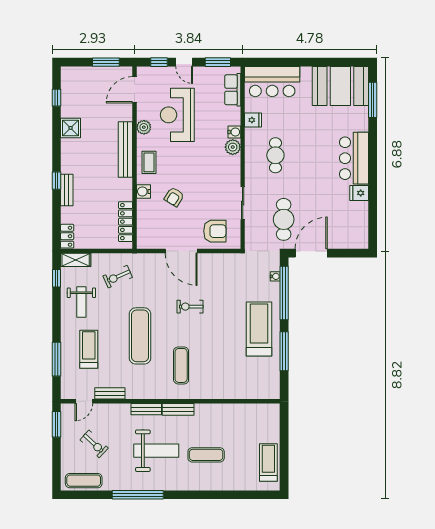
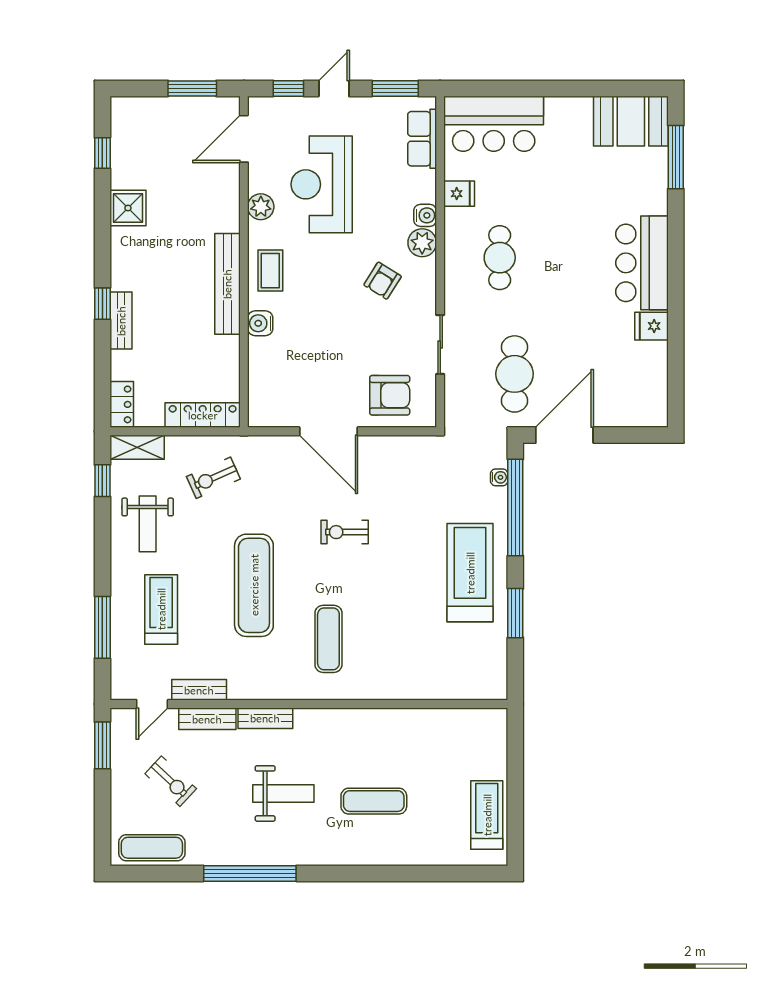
door: (184, 62) -> (334, 88), swing flipped
booth: (340, 86) -> (631, 121), width x0.73, depth x0.70
bench: (125, 150) -> (227, 284), moved
armchair: (174, 197) -> (383, 281), moved
locker: (126, 222) -> (203, 415), moved, turned 90
window: (284, 351) -> (515, 613), width x0.69
bench: (178, 409) -> (207, 719), moved
weight bench: (156, 451) -> (283, 793), width x0.73, depth x0.75

